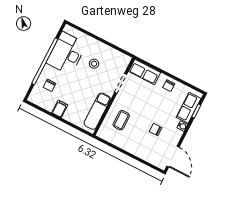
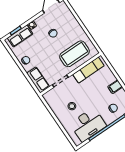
coffee table: (121, 120) -> (74, 54), width x1.86, depth x1.72

